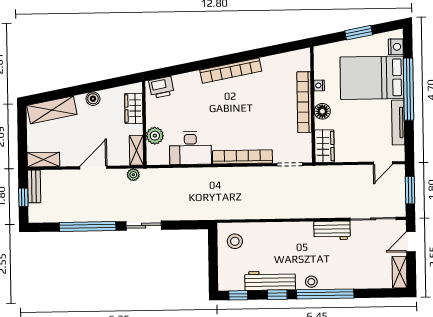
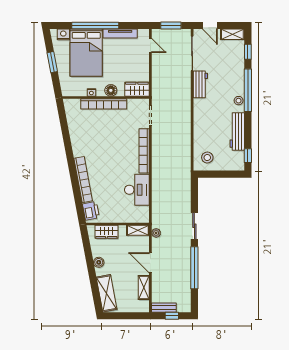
bookcase: (231, 71) -> (83, 180), moved
plant: (155, 136) -> (127, 216), removed
shelving: (43, 160) -> (144, 287), moved
window: (277, 295) -> (248, 52), moved

